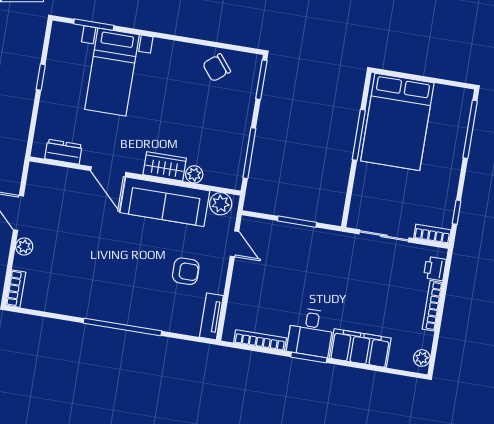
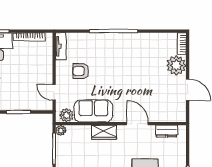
plant: (194, 174) -> (61, 130), moved
sofa: (165, 202) -> (93, 111), width x0.73
plant: (24, 247) -> (176, 65), width x1.87, depth x1.87

